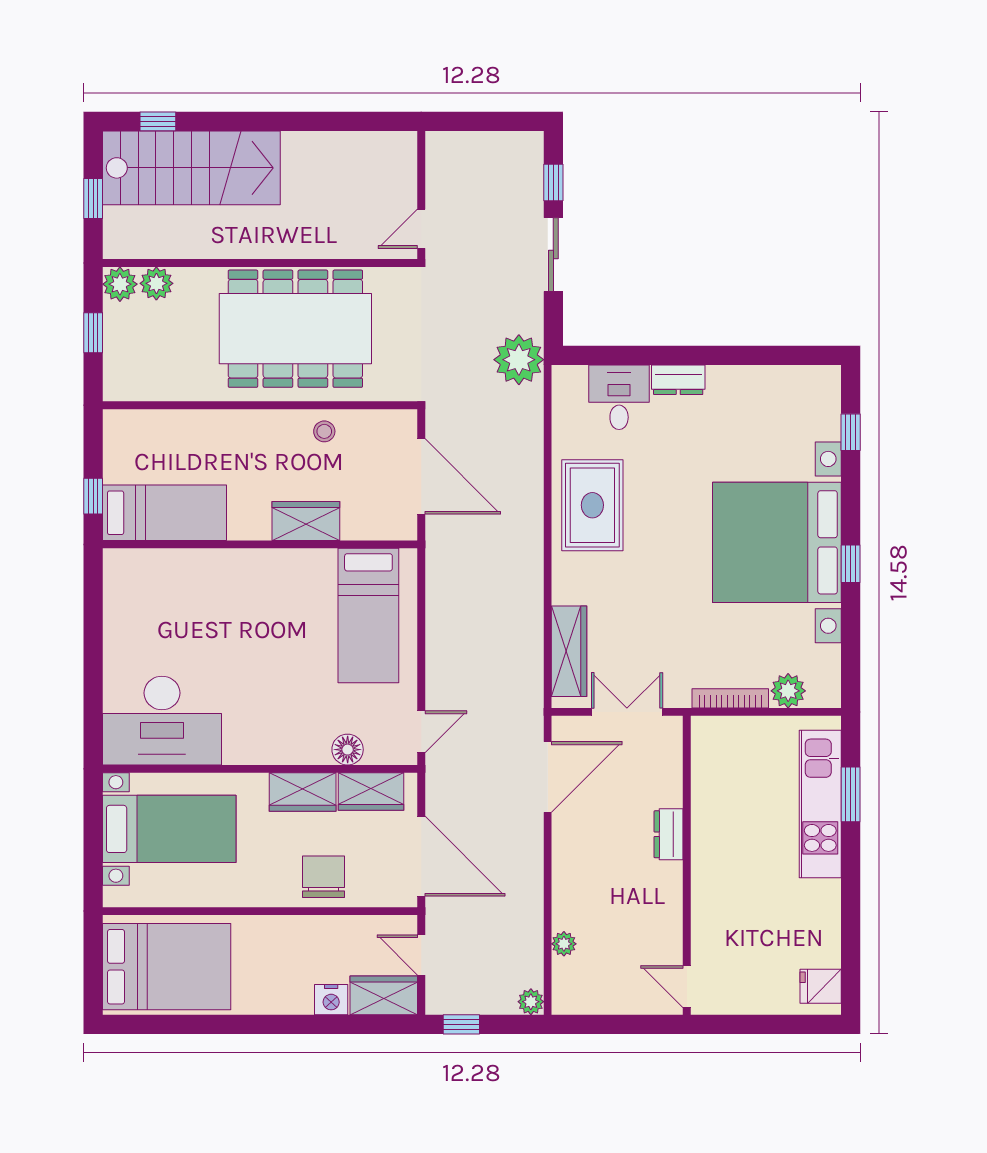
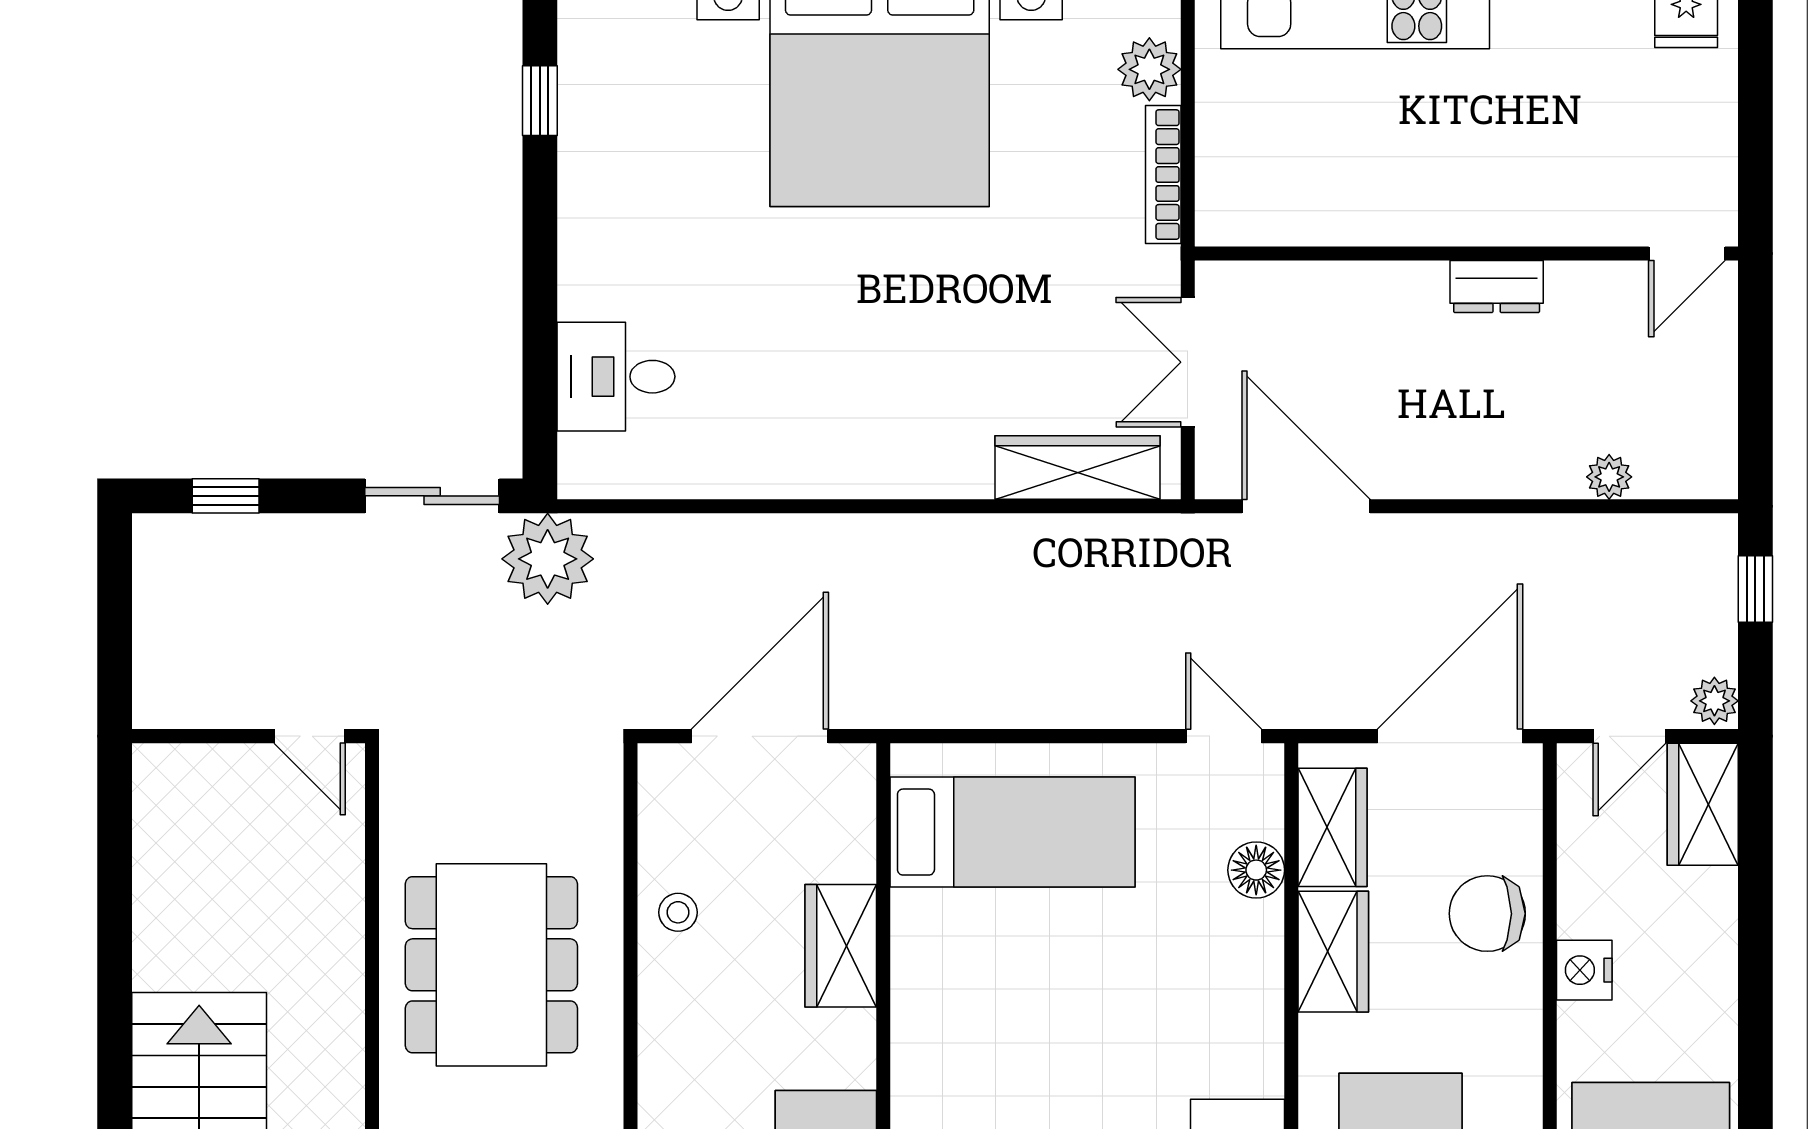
sliding door: (553, 255) -> (432, 496), moved
dining table: (295, 329) -> (491, 965), width x0.73, depth x0.80
window: (771, 355) -> (540, 101), added
dresser: (678, 380) -> (584, 269), removed
rug: (592, 505) -> (812, 425), removed
dresser: (669, 834) -> (1497, 287), moved
nightstand: (331, 1000) -> (1584, 970), moved, turned 180
plant: (531, 1002) -> (1714, 701), moved
window: (461, 1024) -> (1755, 589), moved

